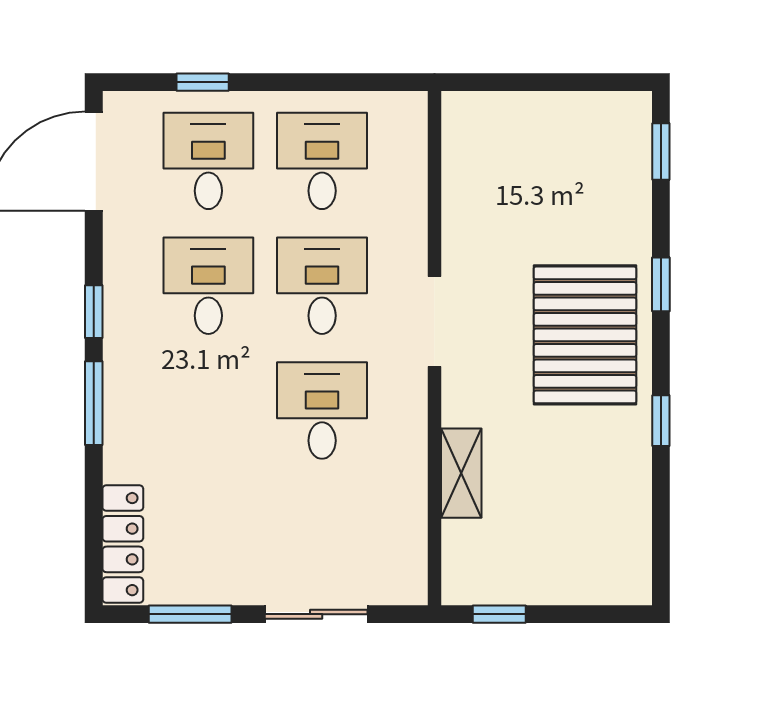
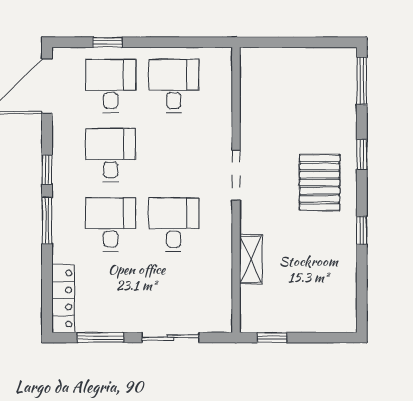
window: (661, 152) -> (362, 81), width x1.50
desk: (322, 286) -> (111, 225), moved
pallet: (585, 335) -> (320, 183), width x0.73, depth x0.71

